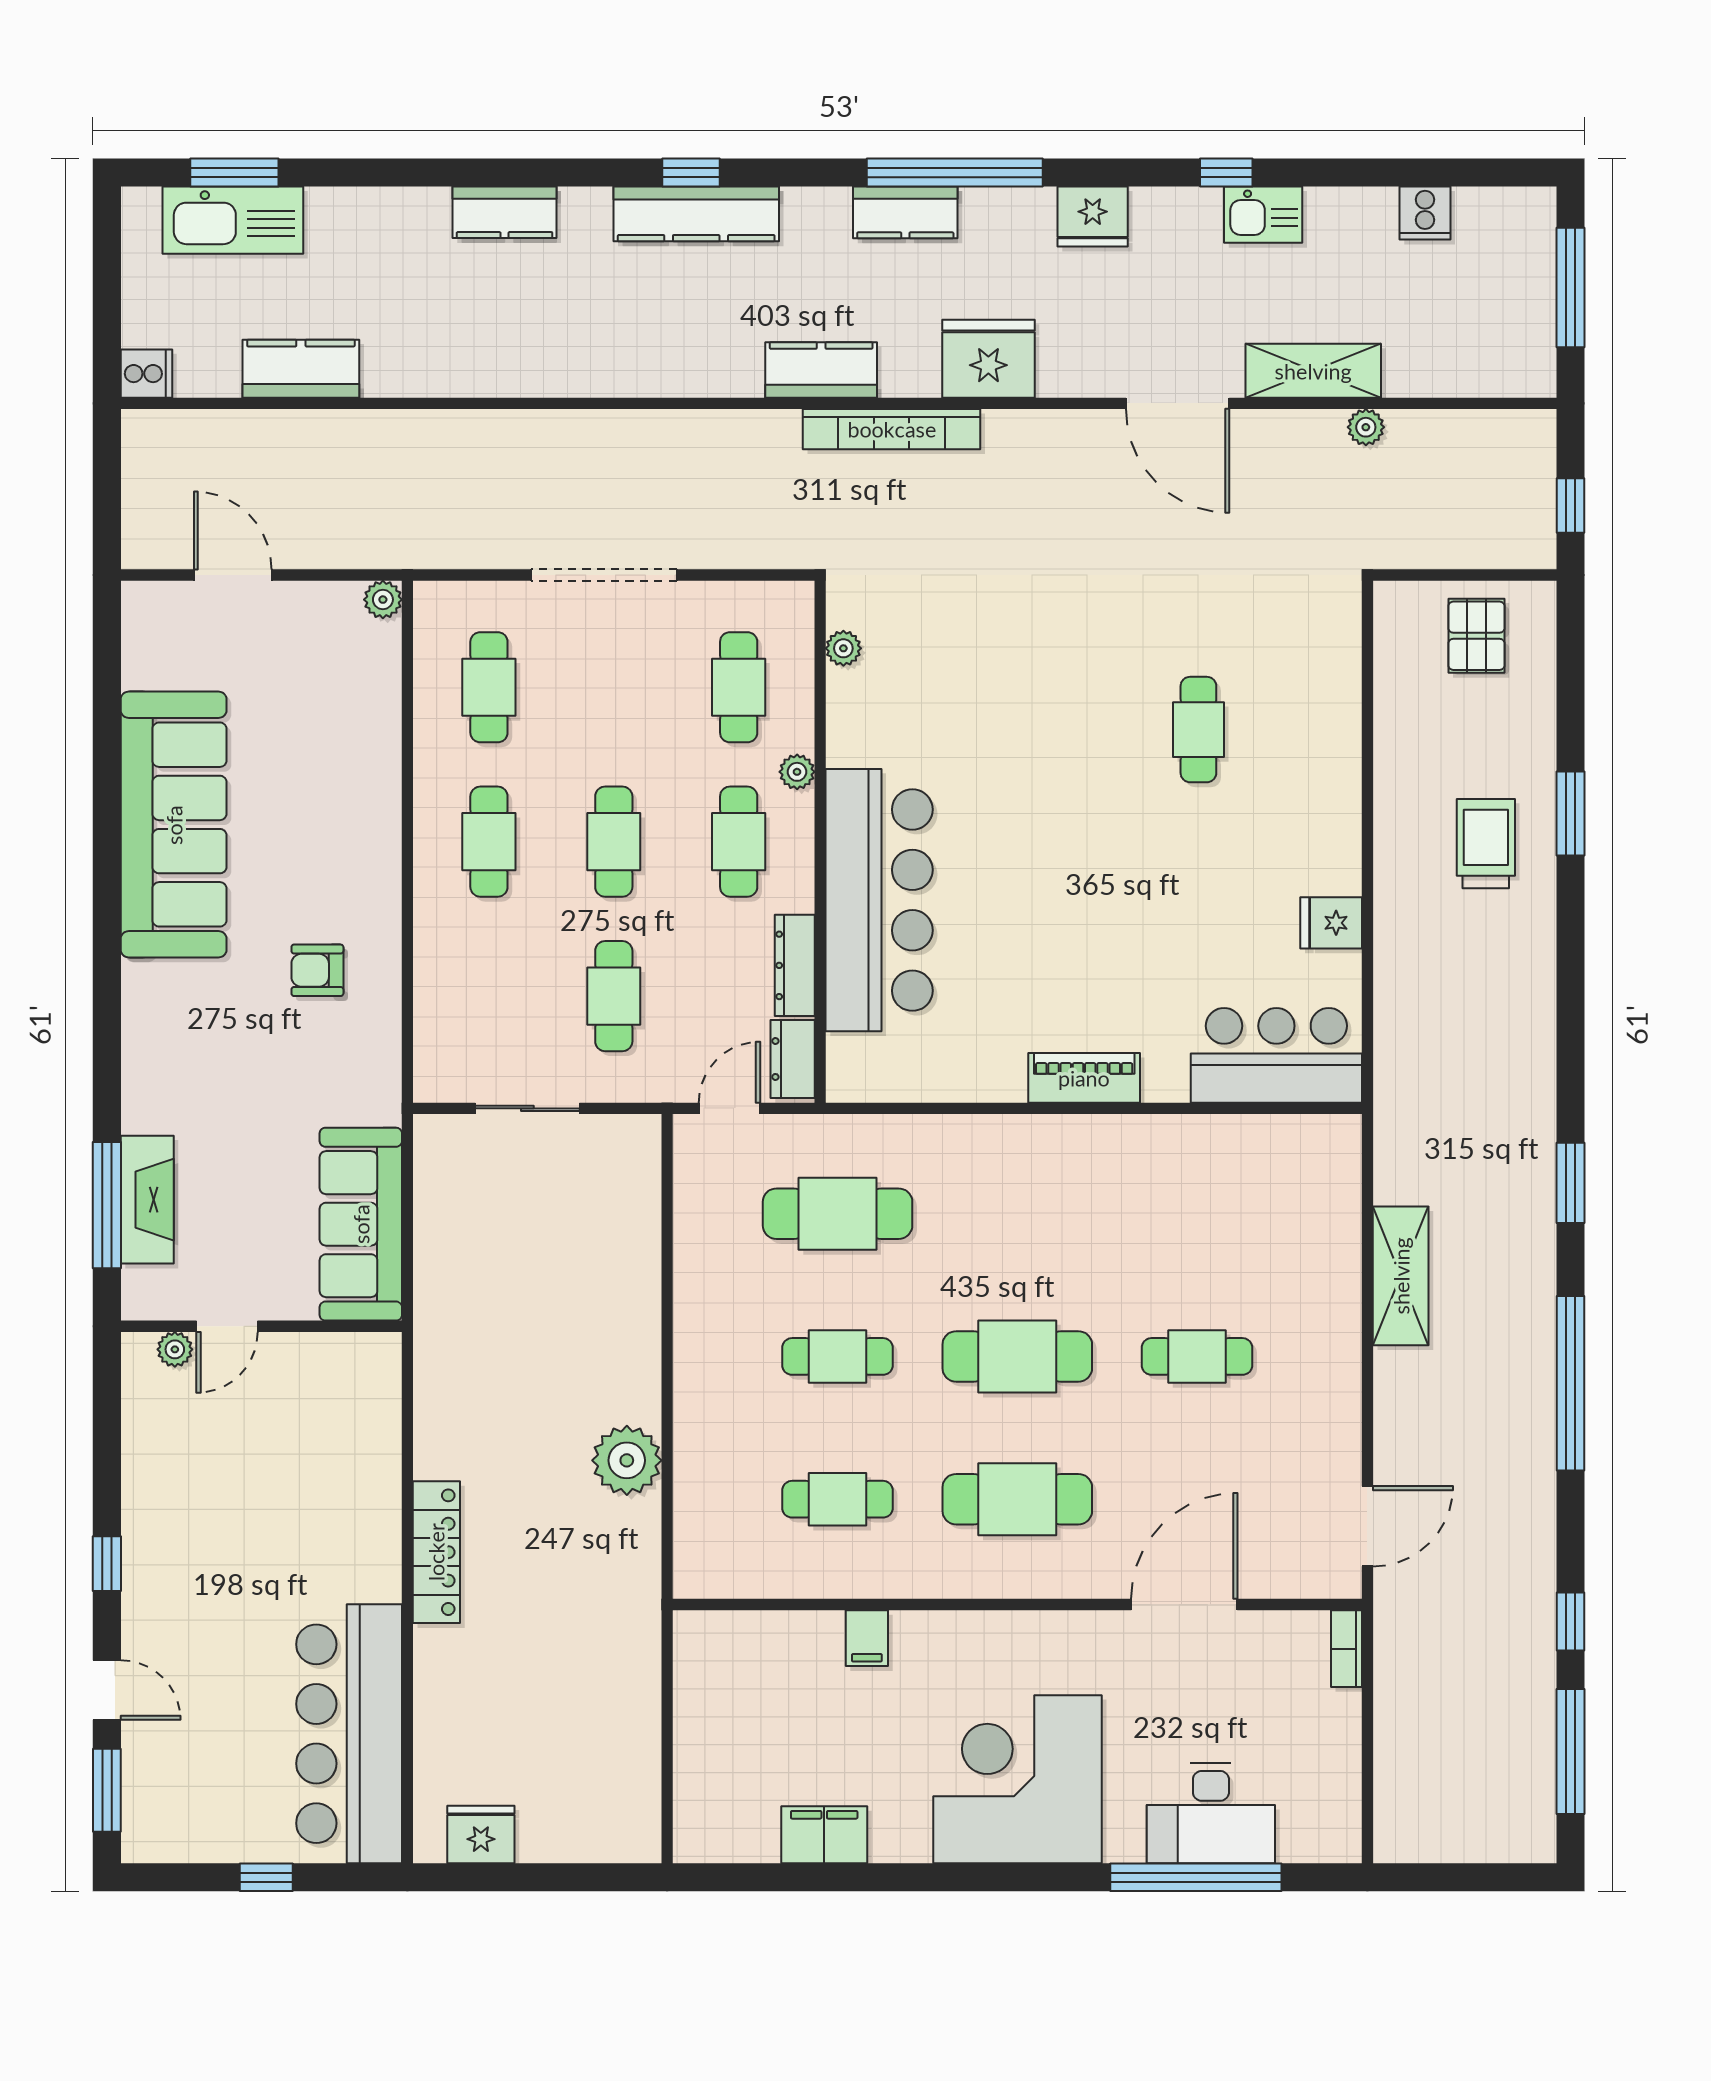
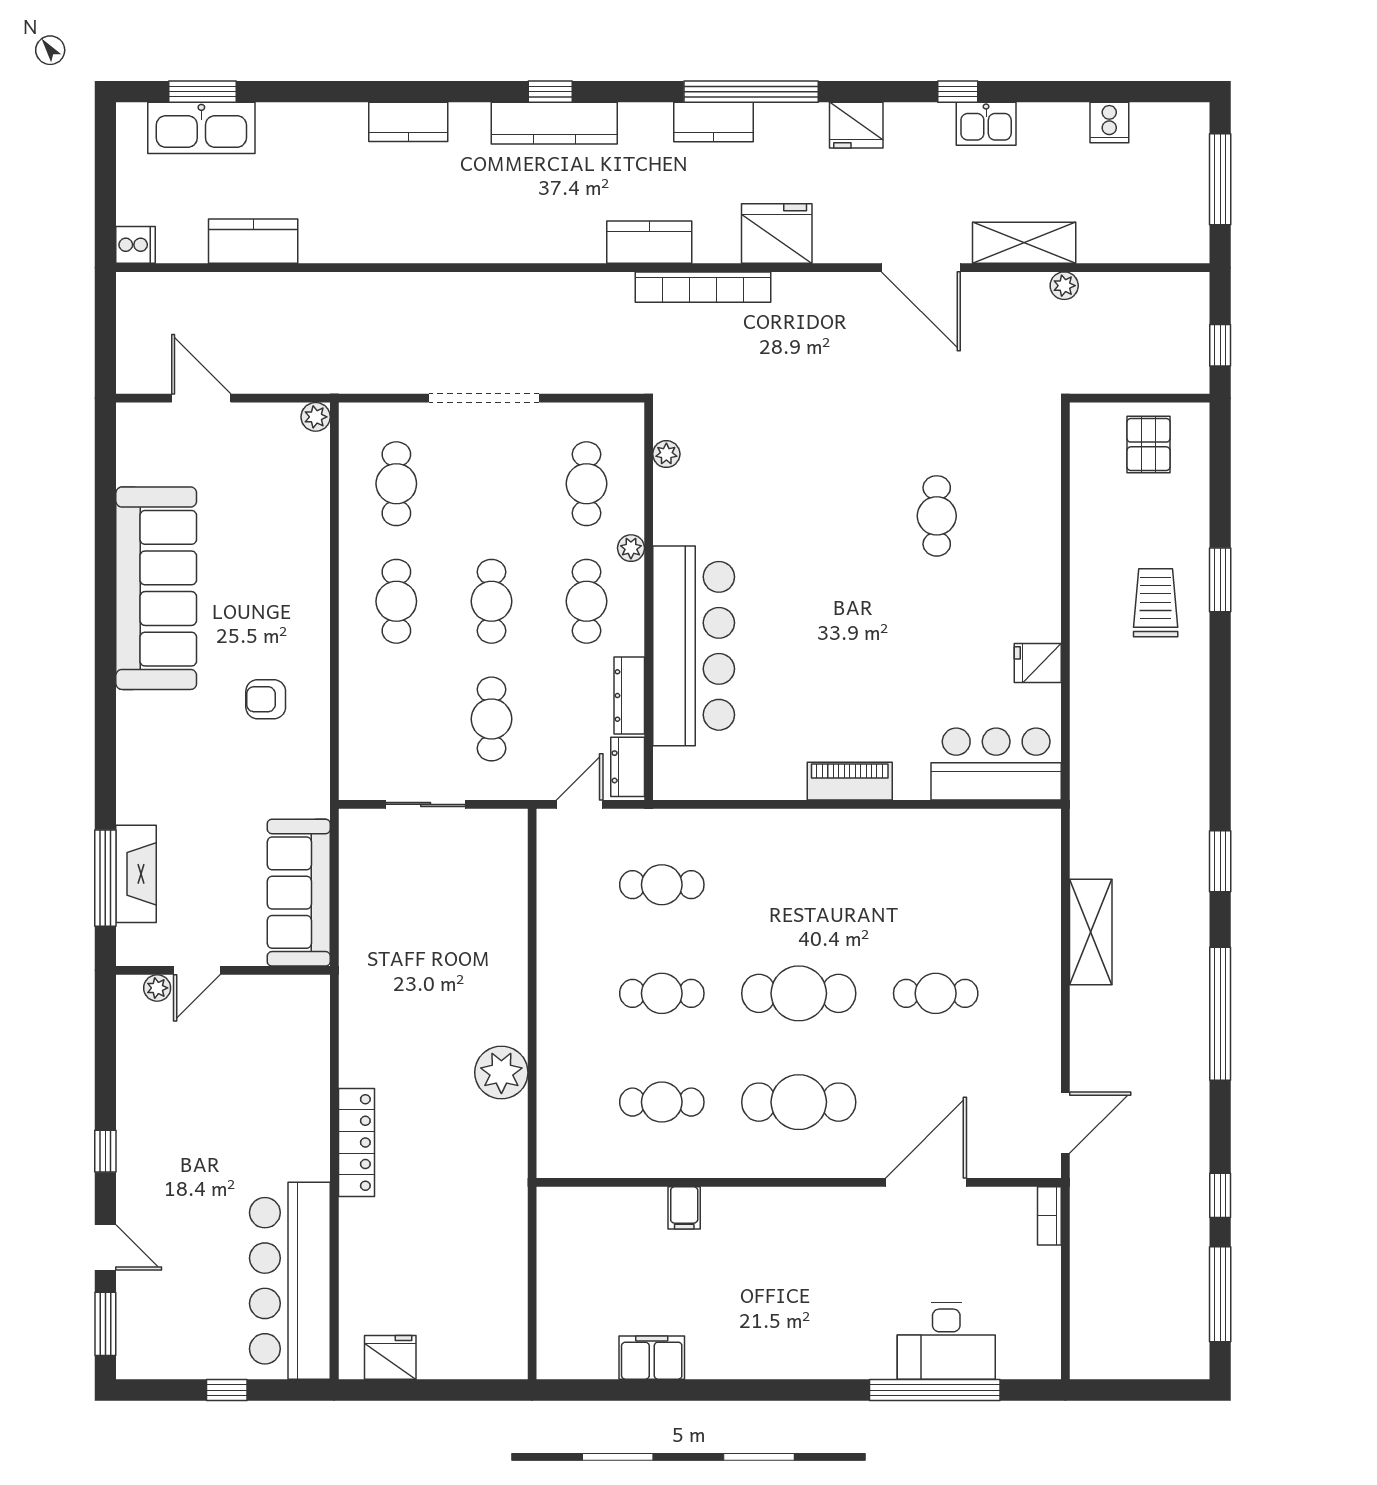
cafe table: (838, 1214) -> (662, 885), width x0.73, depth x0.74
corner desk: (1018, 1779) -> (799, 1315), removed

